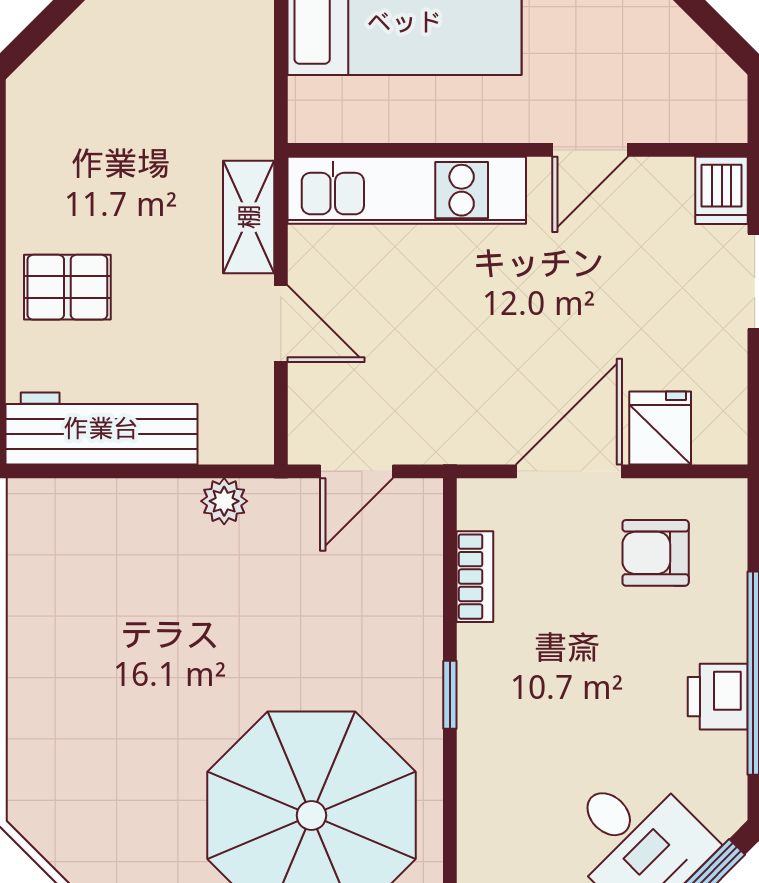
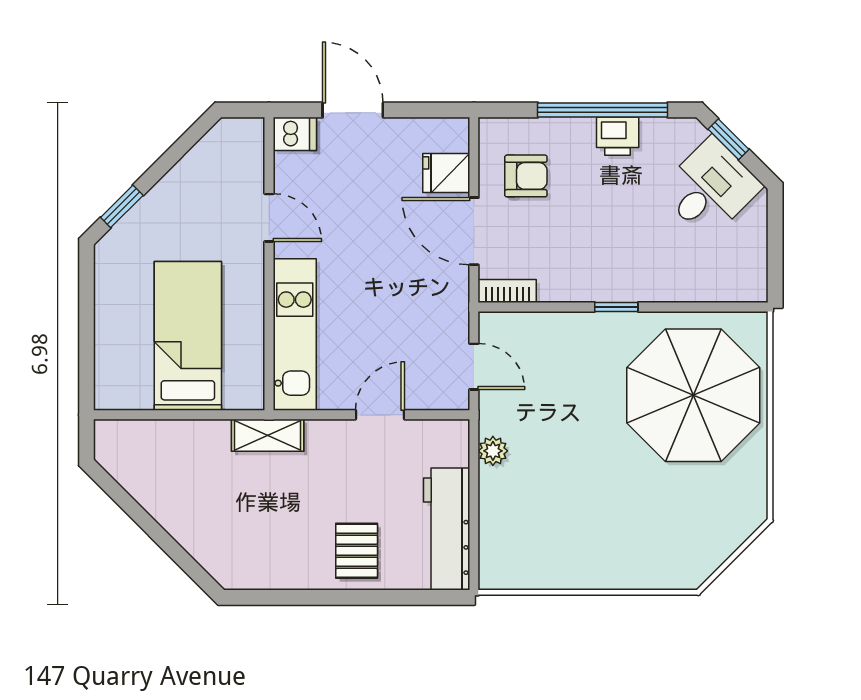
shelving: (249, 217) -> (268, 435), moved
armchair: (656, 553) -> (526, 176), turned -90
bookcase: (475, 577) -> (507, 291), moved

